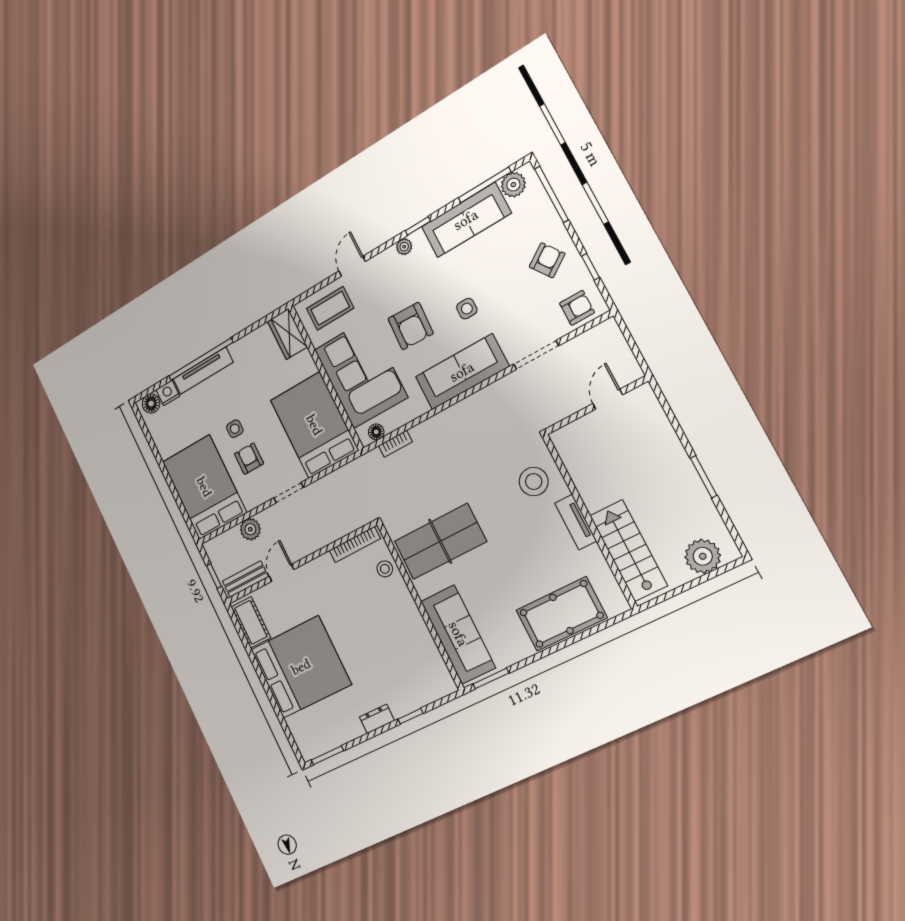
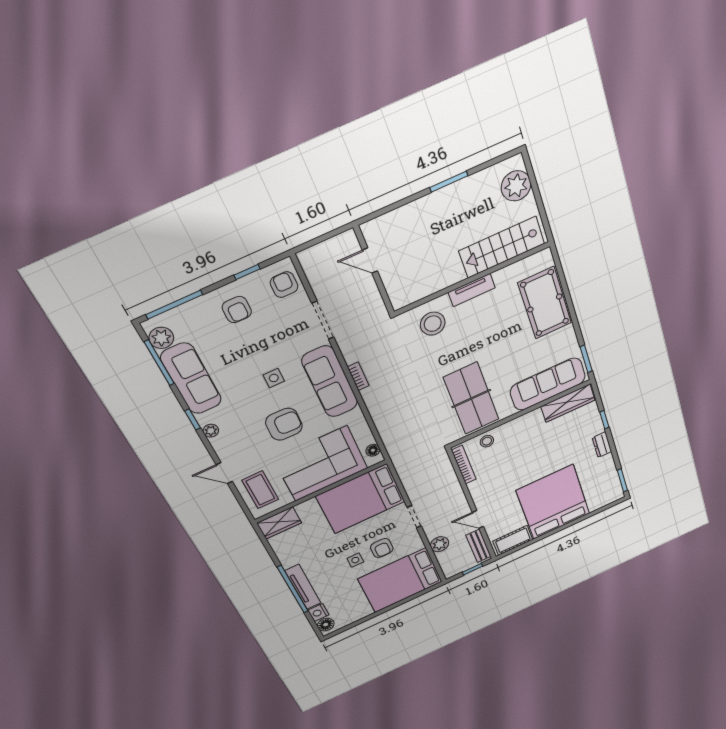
armchair: (547, 260) -> (237, 310), turned -145
bookcase: (395, 444) -> (358, 376), moved
armchair: (249, 459) -> (382, 548), turned -90
wardrobe: (433, 664) -> (568, 403), added

